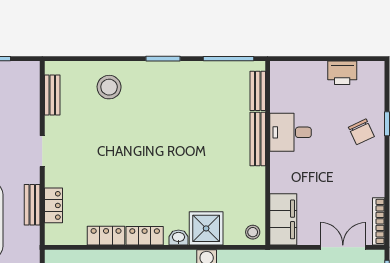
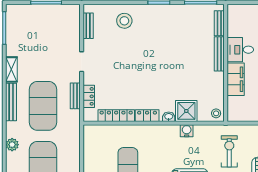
filing cabinet: (283, 219) -> (236, 79), moved
locker: (106, 236) -> (116, 116), width x1.53

